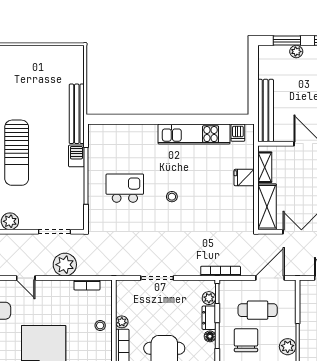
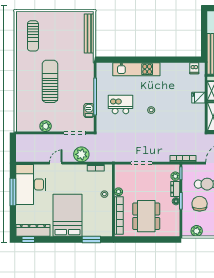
bench: (77, 114) -> (89, 33), moved
kitchen unit: (194, 134) -> (136, 69), moved
sun lounger: (17, 153) -> (50, 81), turned 180
barbecue: (76, 156) -> (89, 111), moved
door: (26, 278) -> (56, 163), swing flipped

